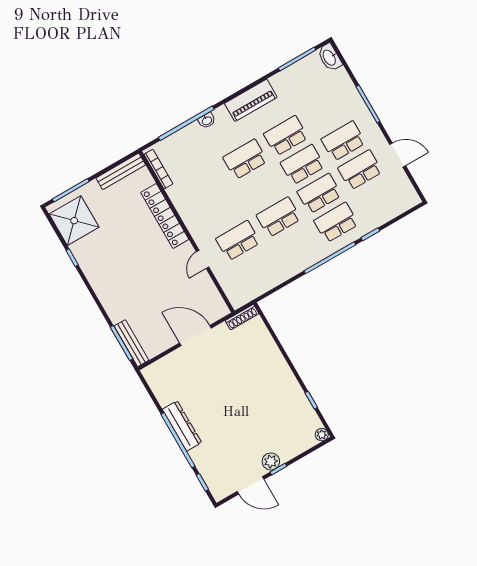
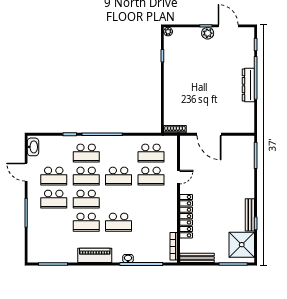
washbasin: (330, 57) -> (33, 147), moved
school desk: (255, 270) -> (151, 153), added
bench: (131, 343) -> (250, 215), moved

